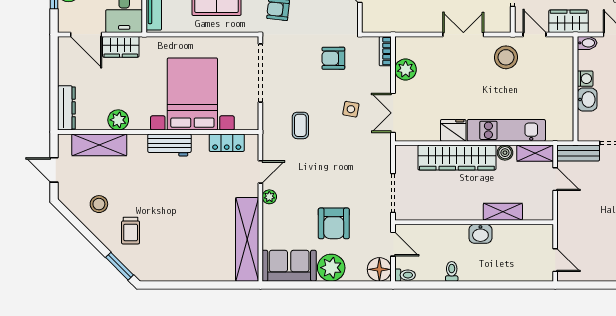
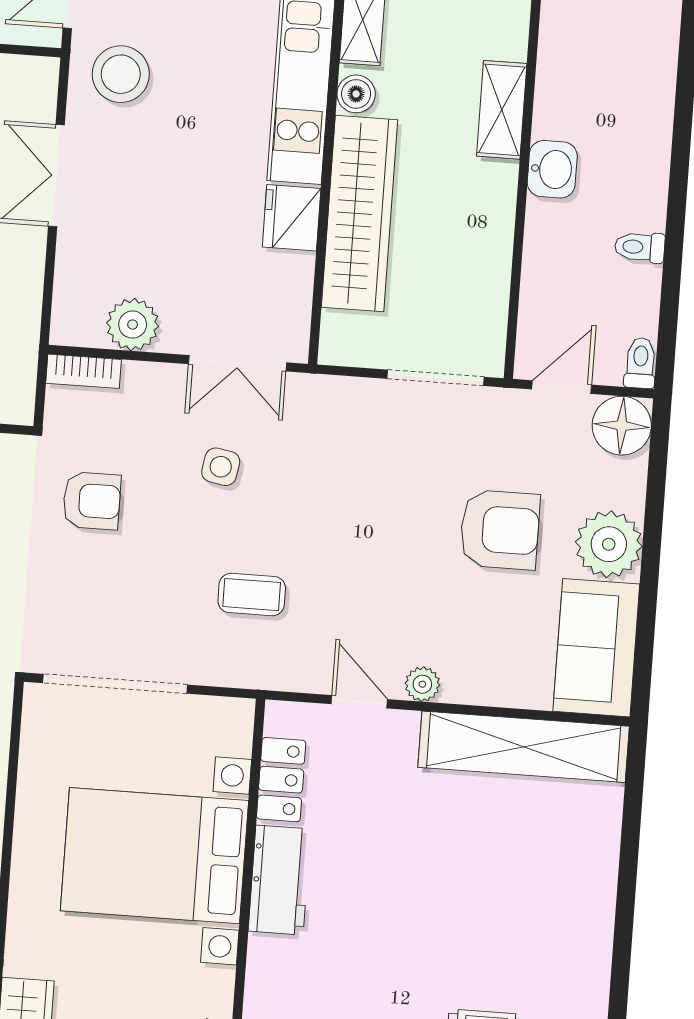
armchair: (333, 58) -> (92, 501), turned -90
workbench: (169, 145) -> (279, 880), moved

